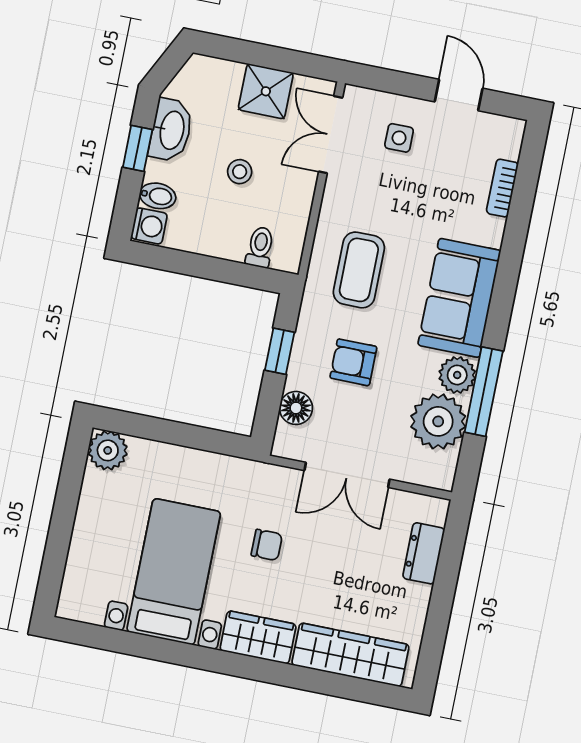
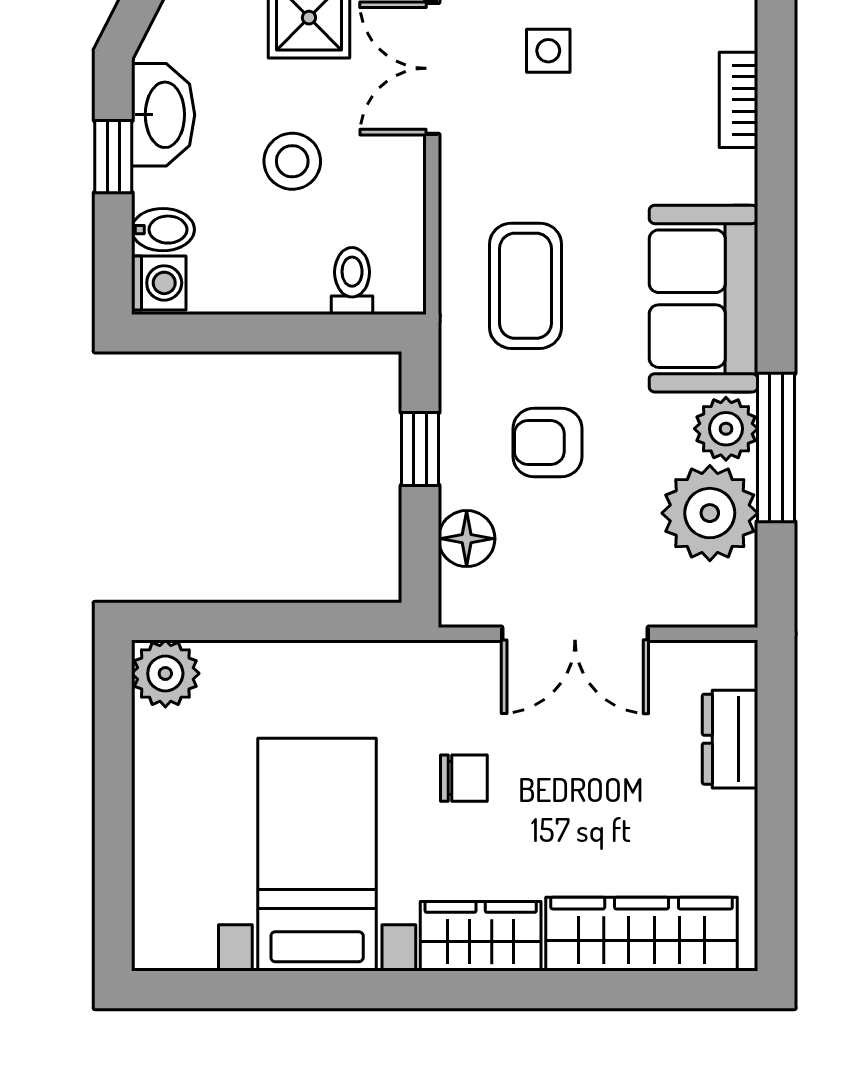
stool: (240, 172) -> (292, 161), width x1.37, depth x1.37

